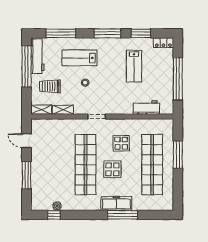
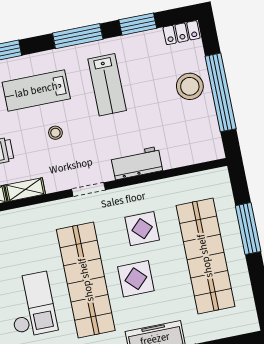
lab bench: (134, 66) -> (107, 85), moved
stool: (162, 72) -> (190, 86), added
workbench: (146, 108) -> (137, 163), moved
checkout: (54, 172) -> (32, 305), added

